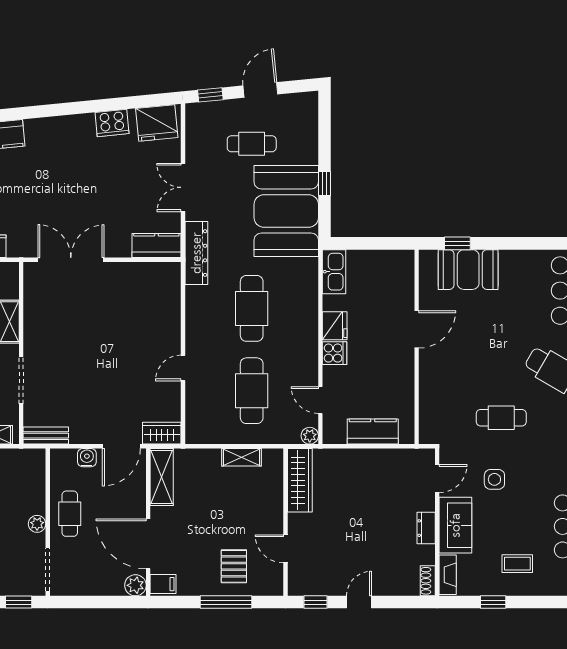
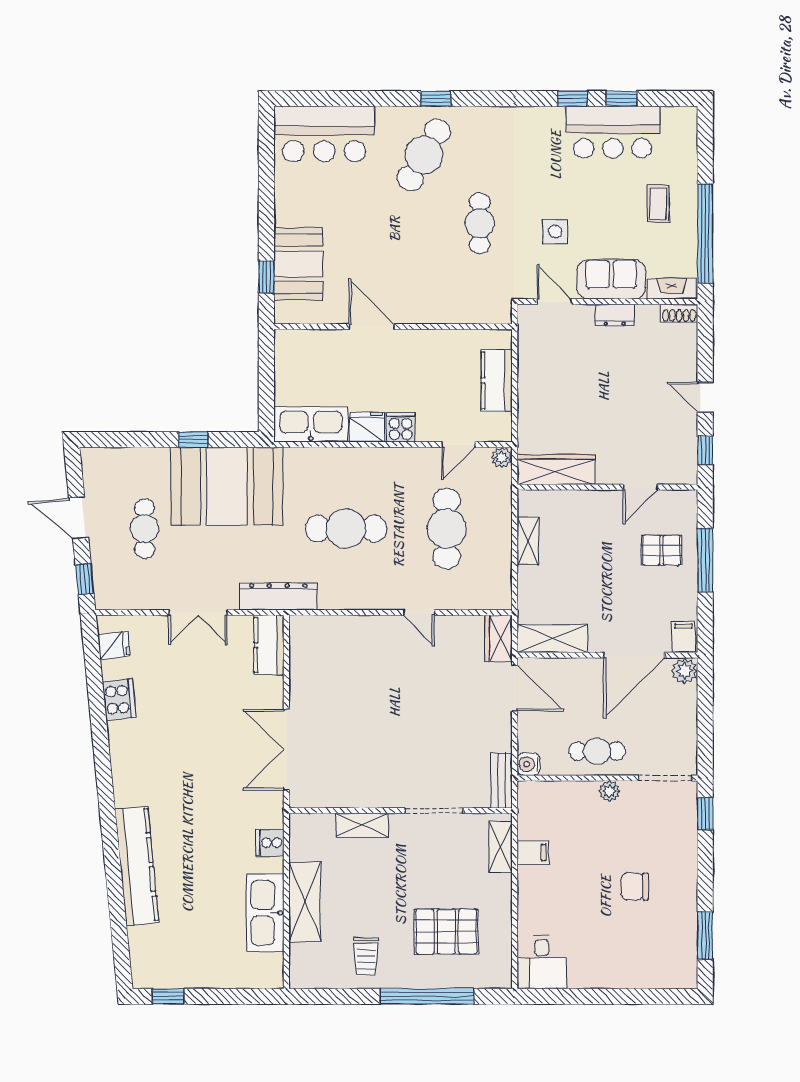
fridge: (157, 123) -> (114, 645), width x0.53, depth x0.75
kitchen sink: (334, 272) -> (311, 424), width x1.36, depth x1.24
cafe table: (252, 391) -> (447, 529), turned 90
water cooler: (87, 458) -> (529, 764), moved
window: (493, 602) -> (705, 233), width x3.17

